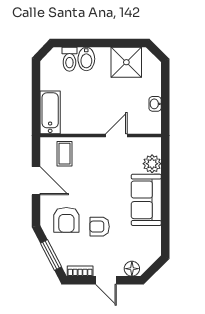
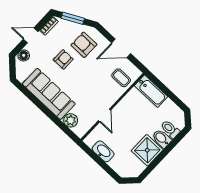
shower: (126, 62) -> (147, 150), moved
washbasin: (155, 104) -> (103, 151), width x1.91, depth x1.45
sofa: (146, 200) -> (49, 94), width x1.36

